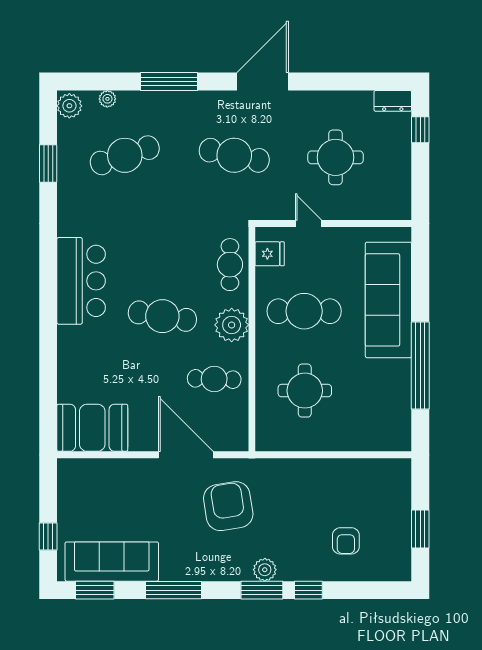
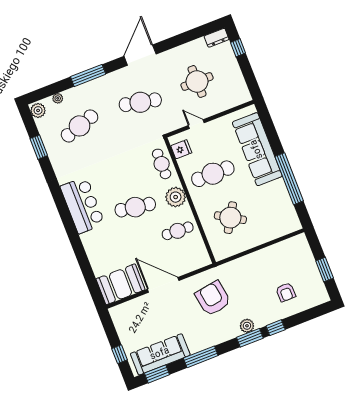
round table: (305, 391) -> (230, 218), turned 31
door: (186, 455) -> (163, 285), moved

